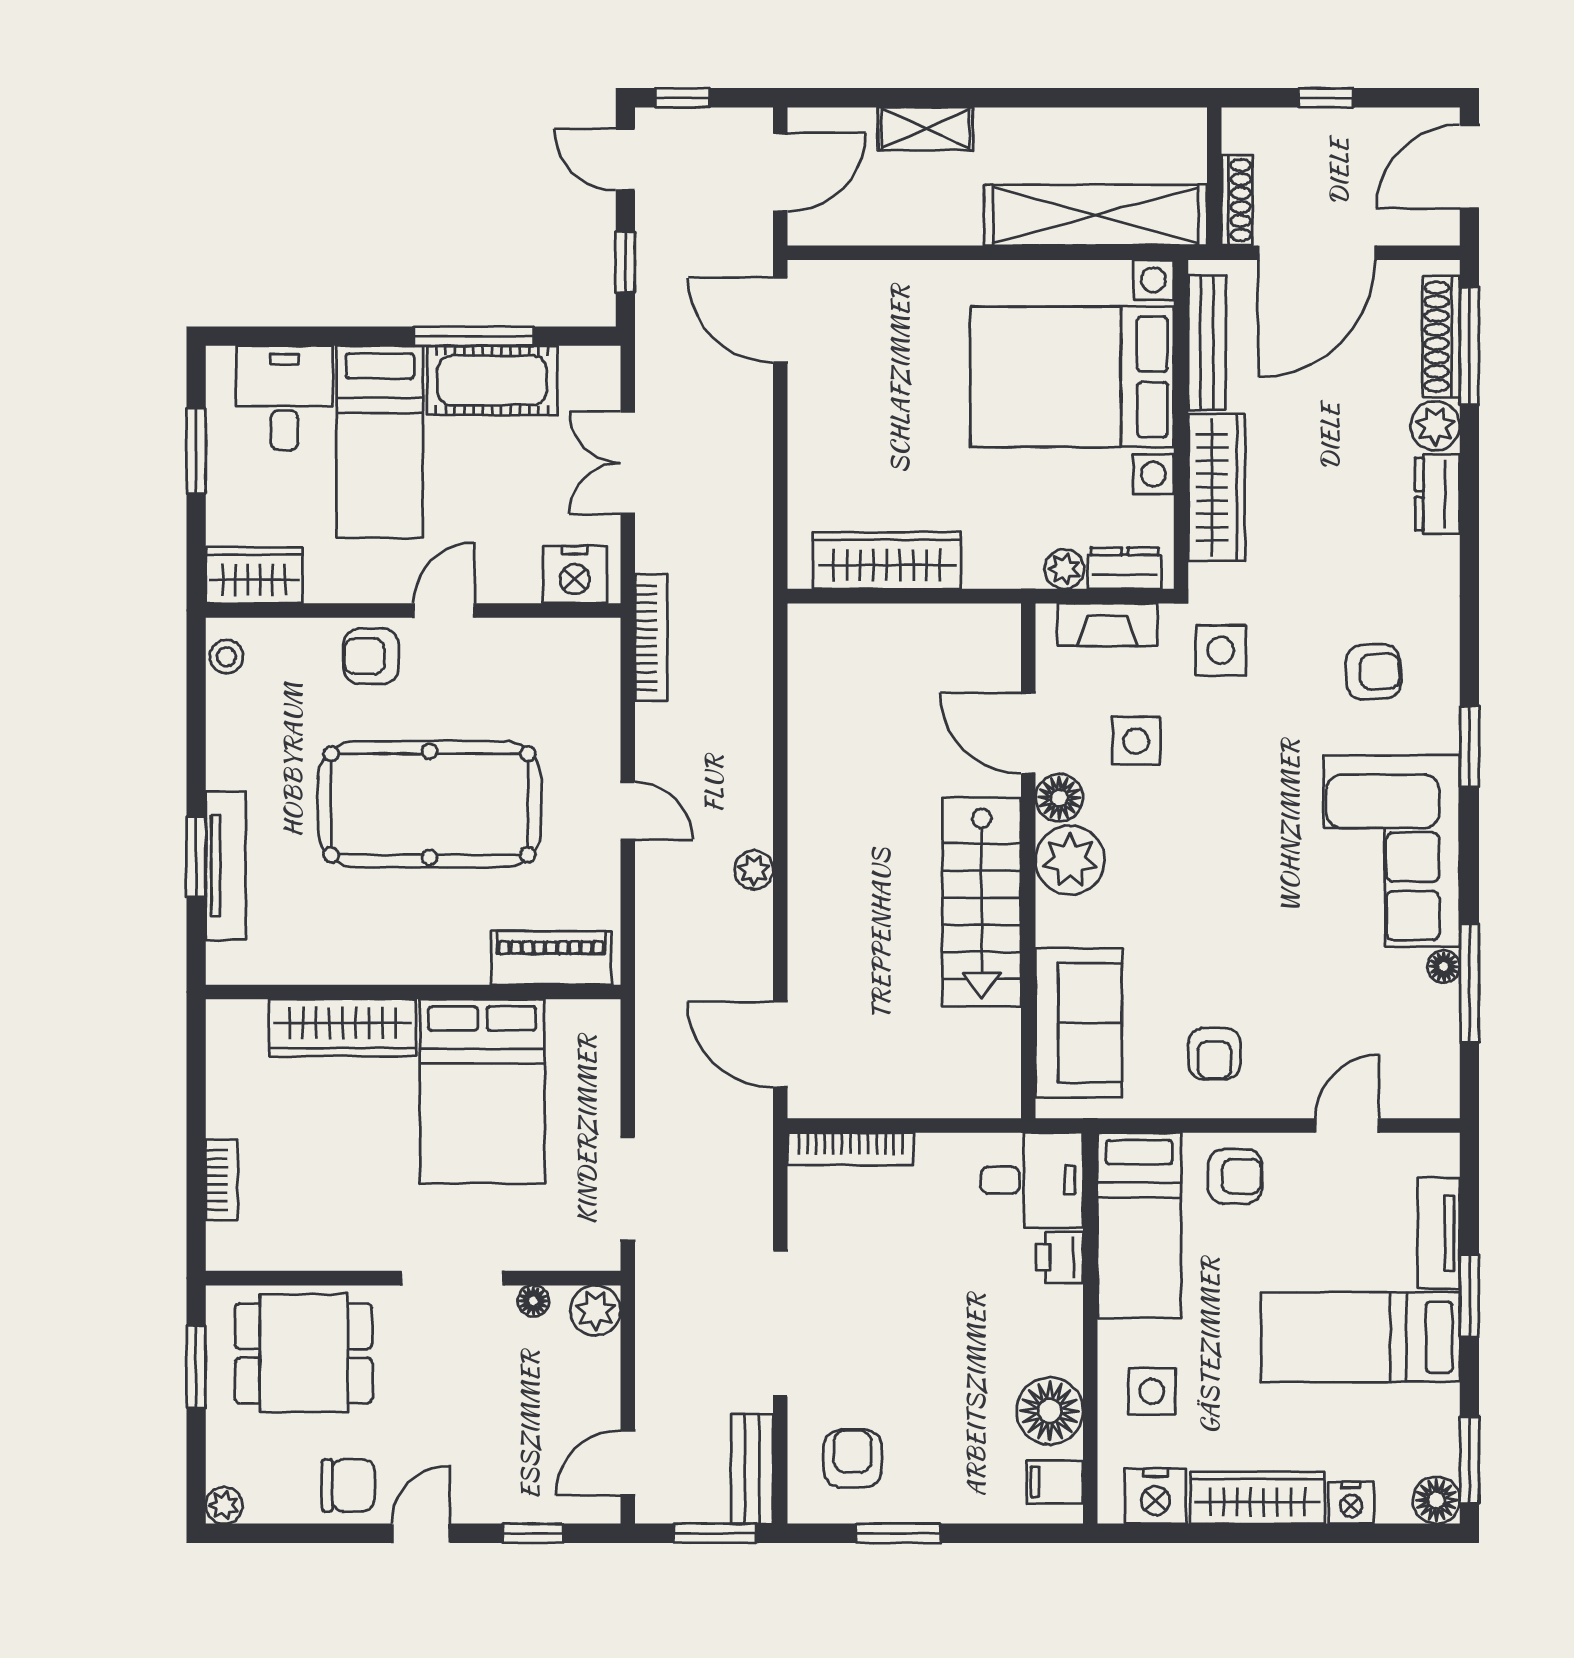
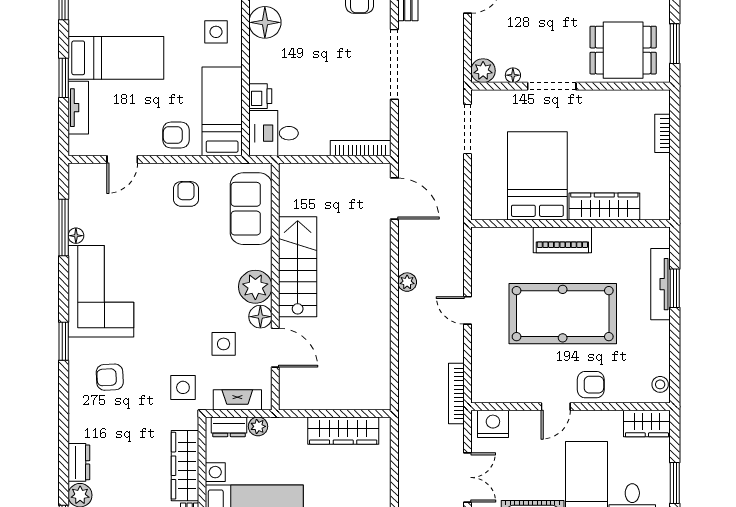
piano: (551, 958) -> (562, 240), moved

